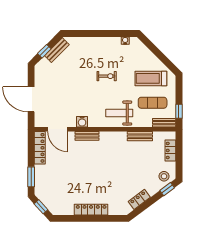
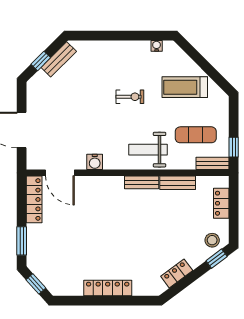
treadmill: (151, 78) -> (185, 87), moved
bench: (87, 136) -> (142, 182), moved

